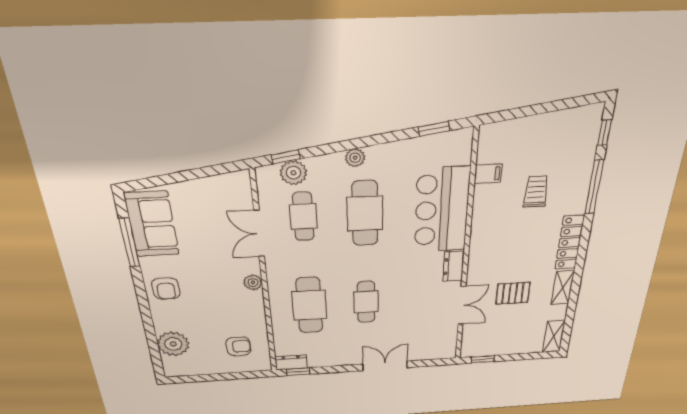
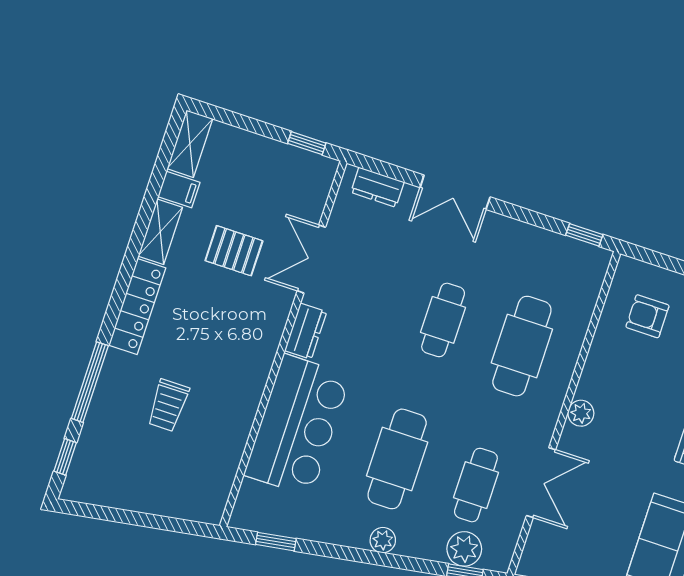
filing cabinet: (488, 174) -> (179, 189), moved, turned 180
dresser: (291, 362) -> (377, 187), moved

